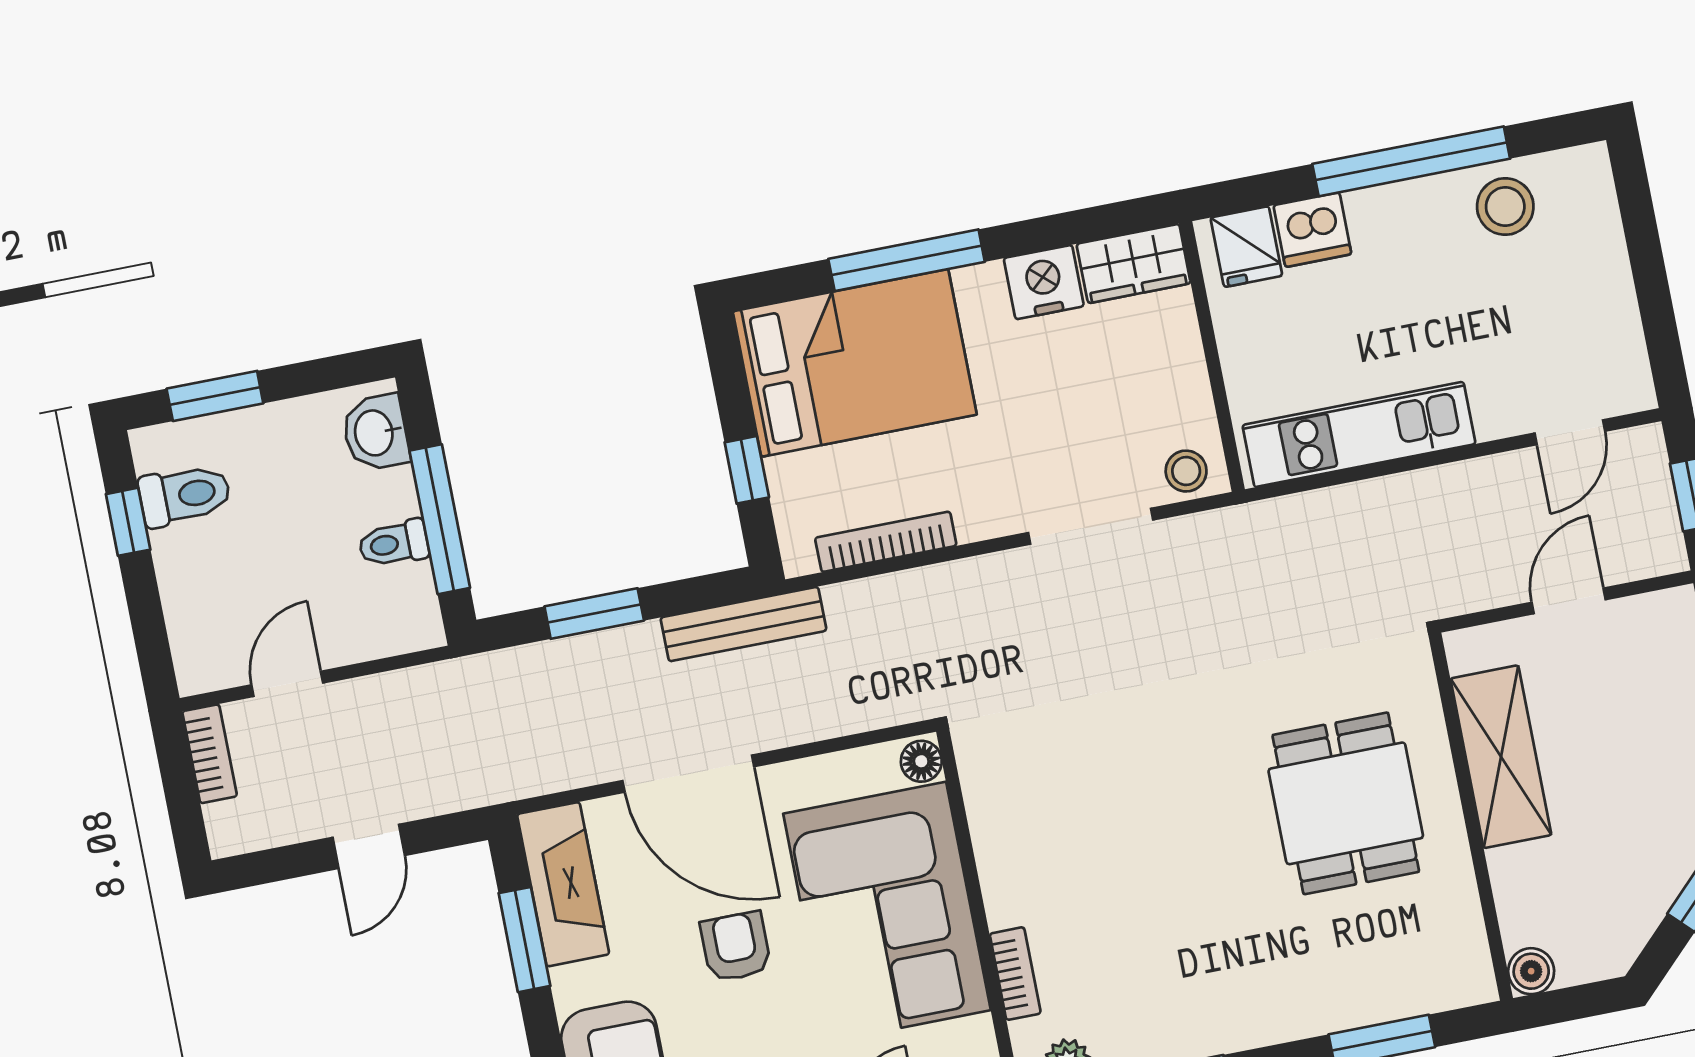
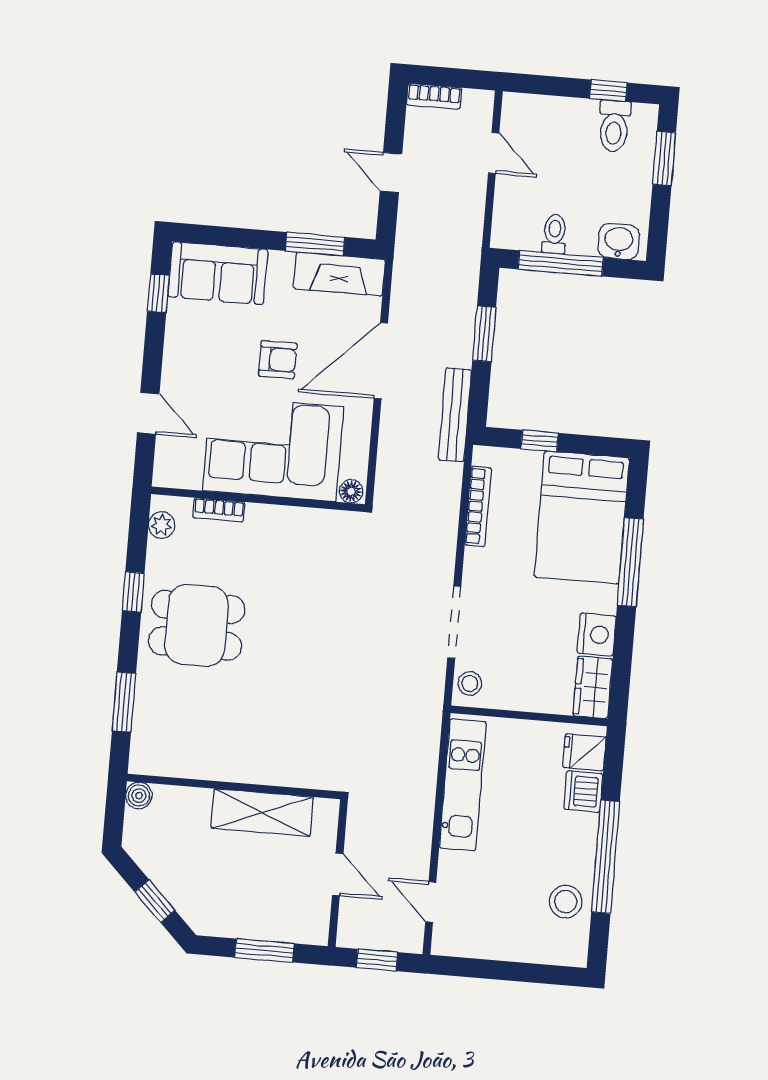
bookcase: (210, 754) -> (434, 96), moved
dining table: (1346, 803) -> (197, 625), moved

